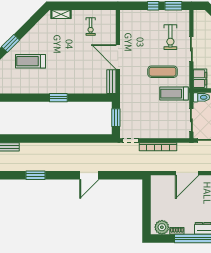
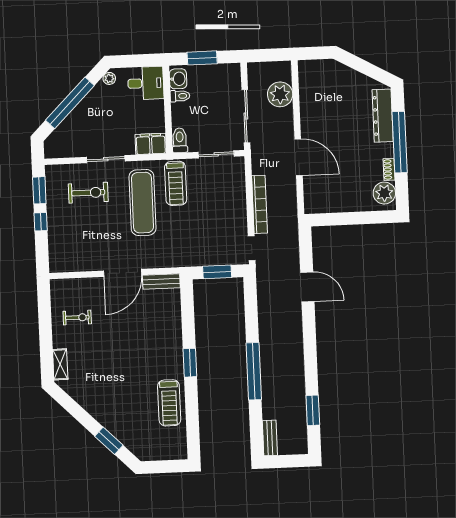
treadmill: (30, 61) -> (169, 403), moved
exercise mat: (163, 72) -> (143, 203), width x1.36, depth x1.45
window: (51, 138) -> (254, 371), added
window: (36, 175) -> (313, 410), moved
door: (89, 175) -> (307, 287), moved

